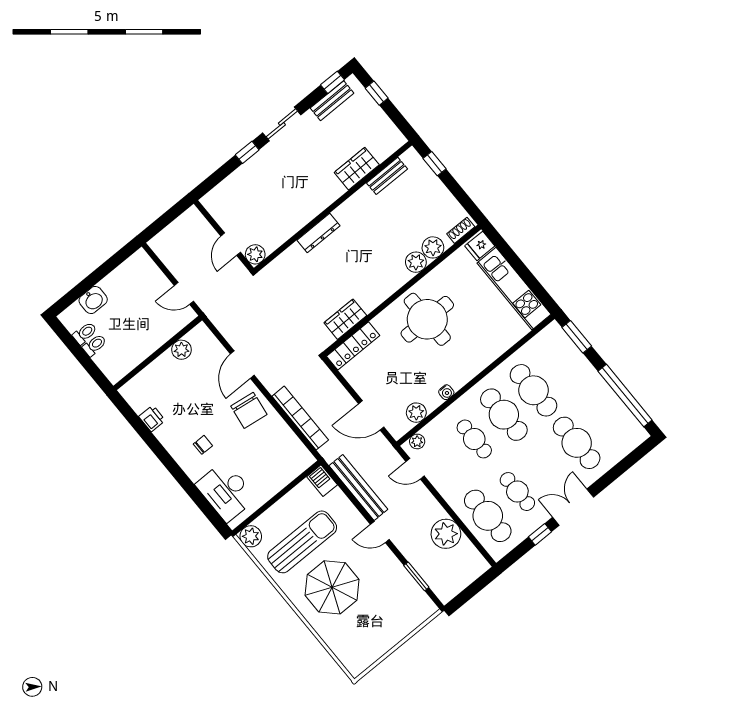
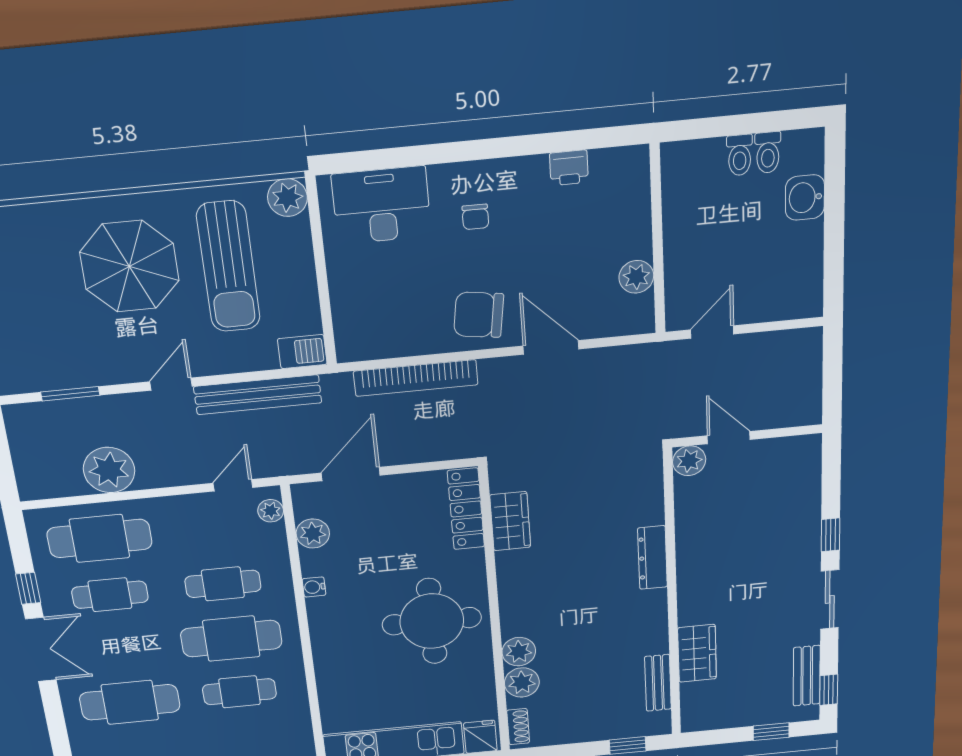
cafe table: (533, 390) -> (239, 692), width x0.73, depth x0.74

